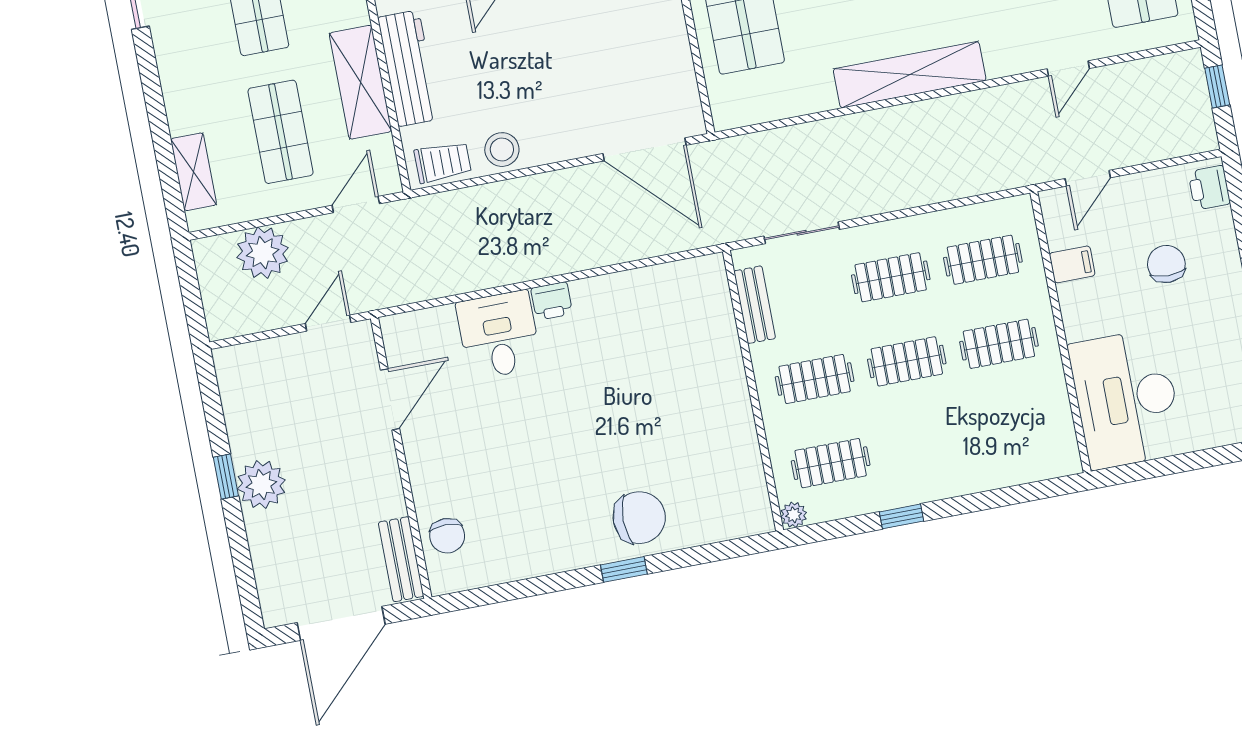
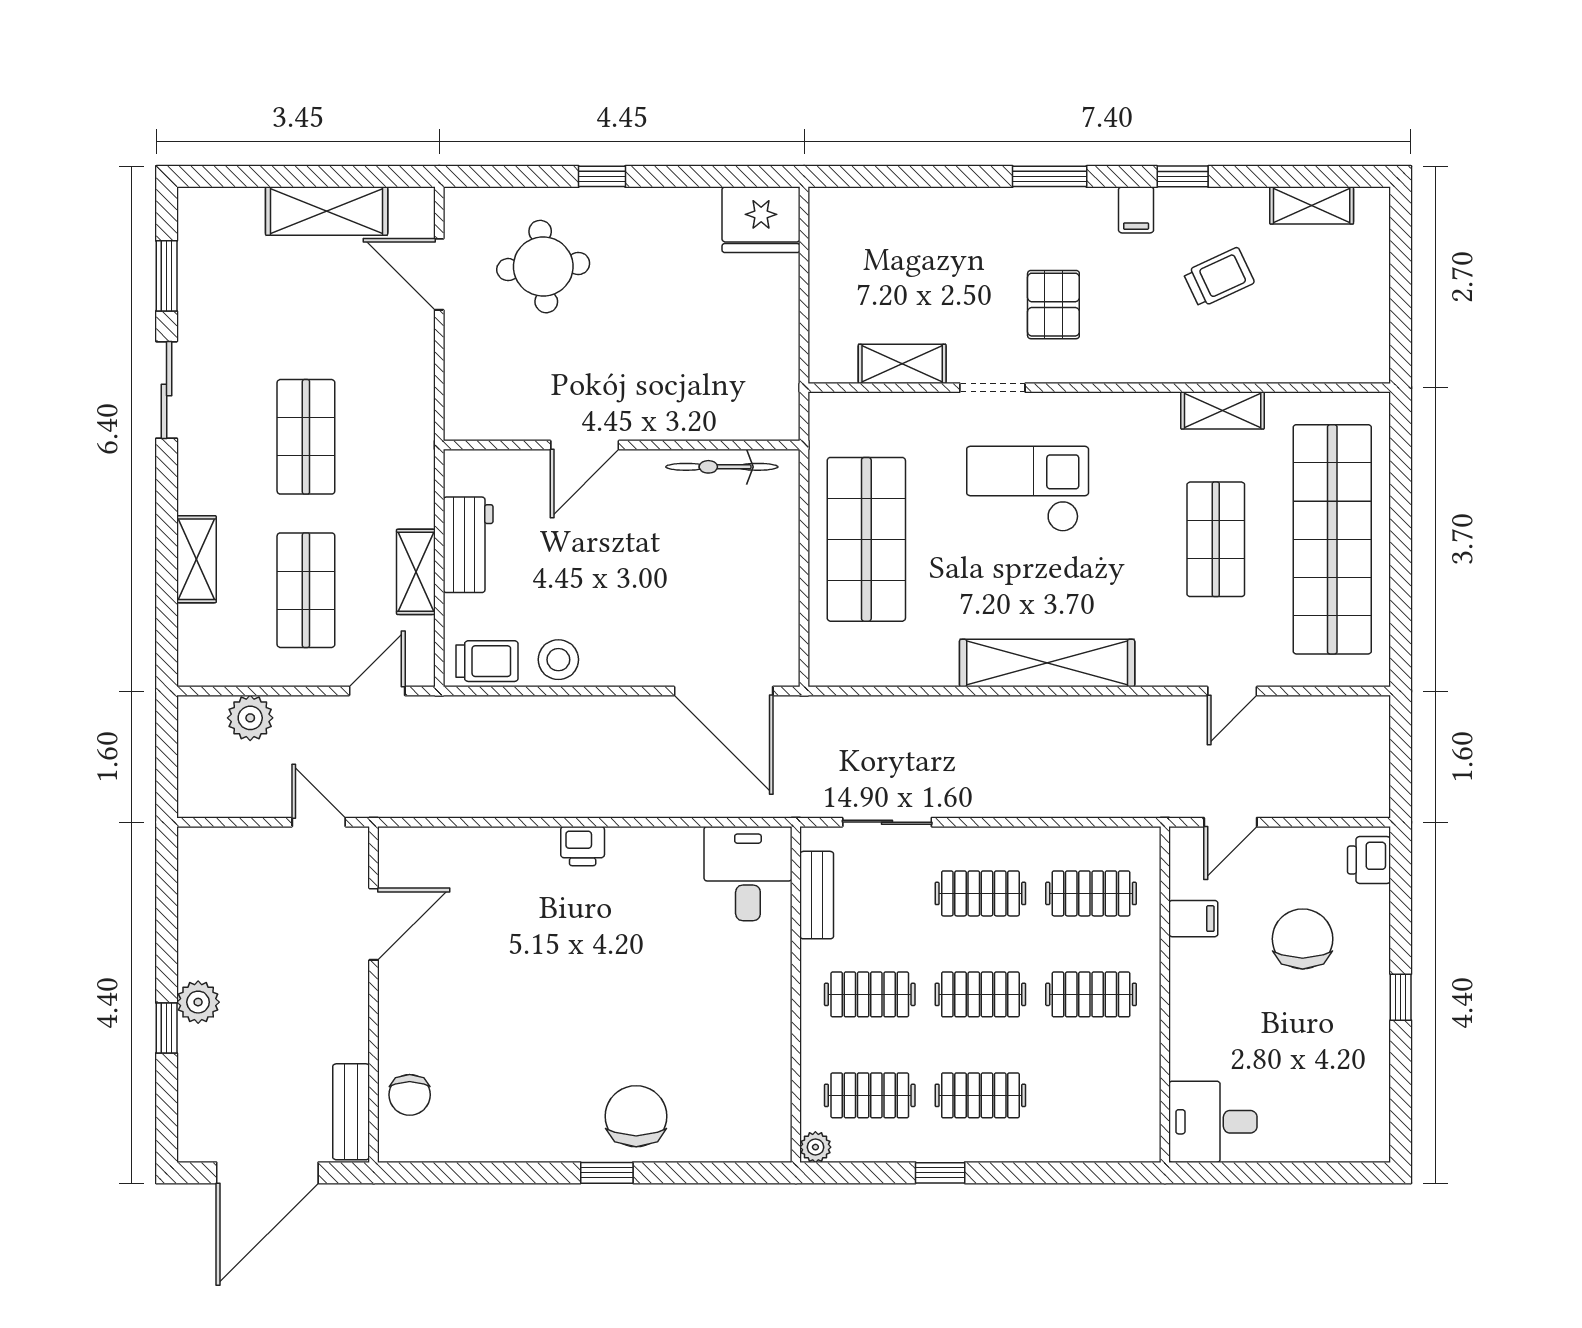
workbench: (408, 68) -> (468, 545), width x0.73
shelving: (360, 82) -> (416, 572), width x0.67, depth x0.75
window: (1217, 86) -> (1401, 745), removed
shelving: (194, 172) -> (196, 559), moved
plant: (263, 253) -> (250, 718), width x0.73, depth x0.73
chair: (1166, 264) -> (1303, 939), width x1.37, depth x1.37
door: (328, 323) -> (319, 822), hinge flipped
desk: (499, 335) -> (748, 874), moved
desk: (1126, 399) -> (1213, 1122), width x0.53, depth x0.77
clothes rail: (923, 446) -> (980, 1095), added
window: (226, 476) -> (167, 1028), moved
plant: (261, 484) -> (198, 1002), width x0.73, depth x0.73
chair: (639, 518) -> (636, 1116), turned -90

